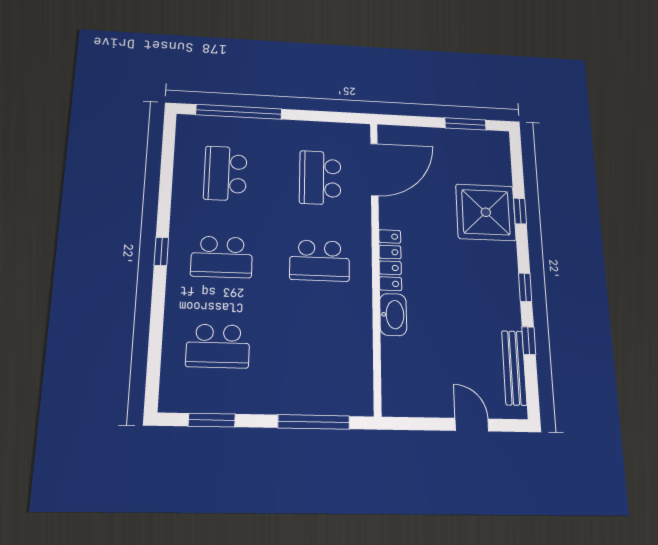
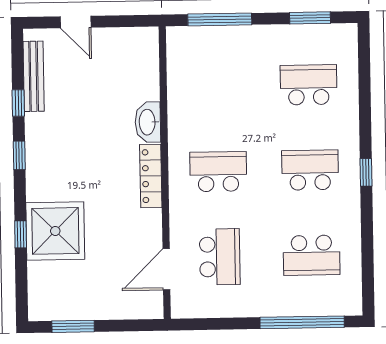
door: (374, 170) -> (166, 269), width x0.73
school desk: (225, 173) -> (312, 255), turned 90

